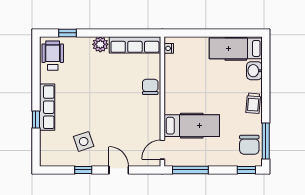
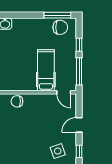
trolley: (253, 103) -> (29, 24), removed
window: (246, 170) -> (79, 45), moved

